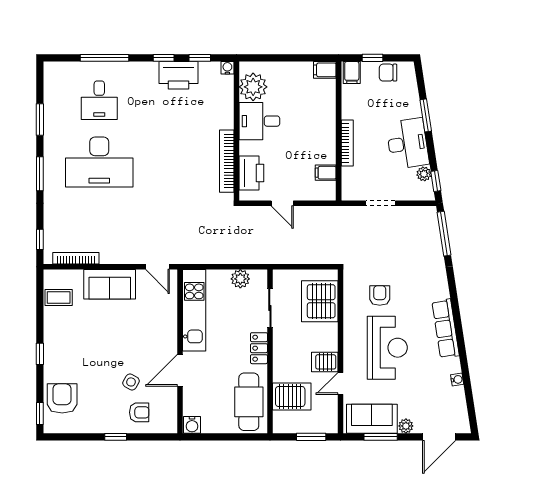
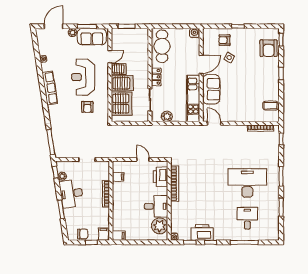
sofa: (110, 284) -> (211, 89), moved, turned 90
server rack: (292, 397) -> (122, 83), moved, turned 180

